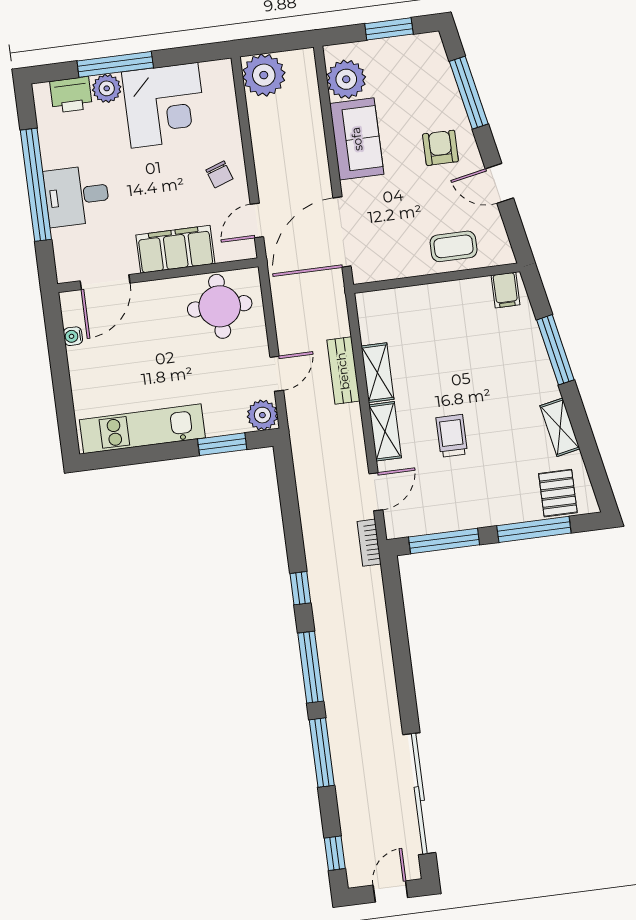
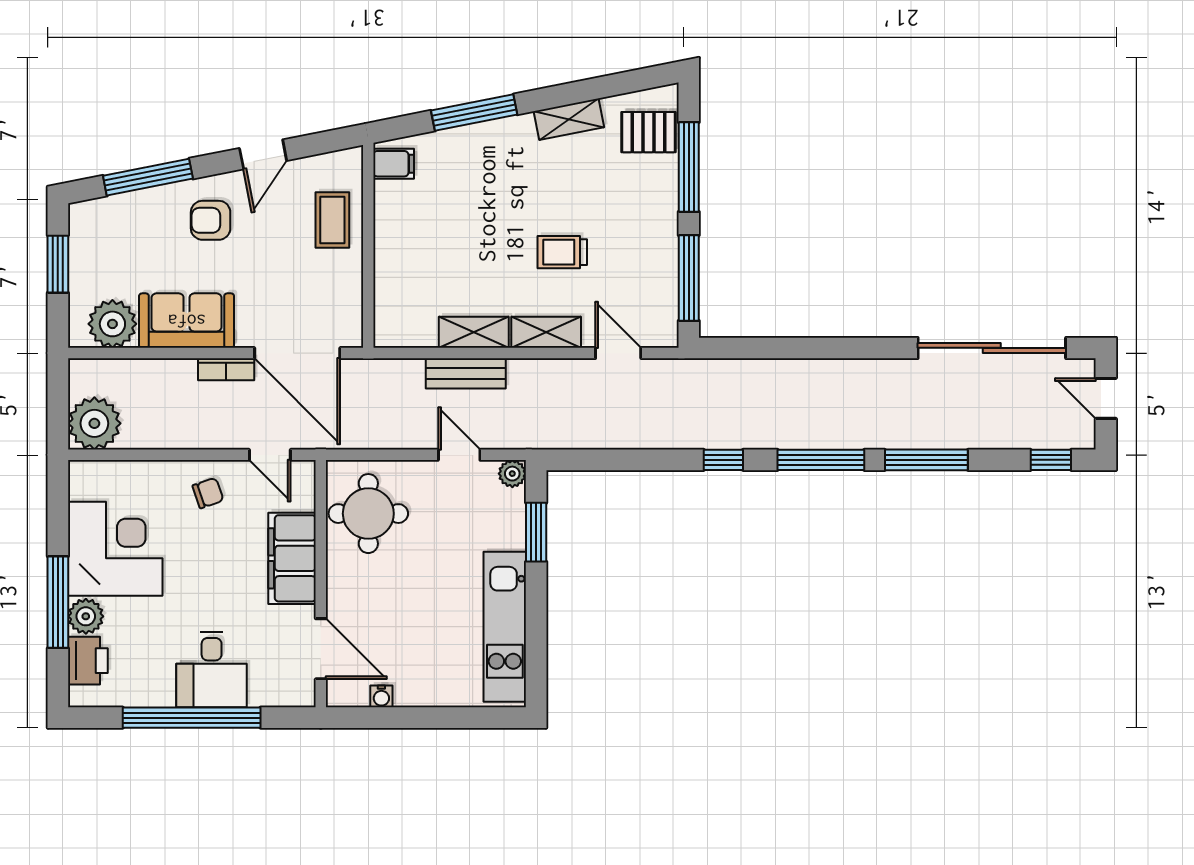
plant: (262, 415) -> (512, 474), width x0.73, depth x0.73
bookcase: (369, 543) -> (226, 369), moved

